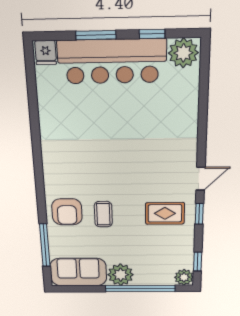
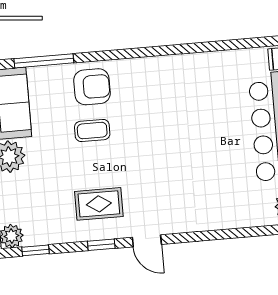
armchair: (67, 212) -> (92, 87), turned 180
rug: (165, 213) -> (99, 204), turned 90

